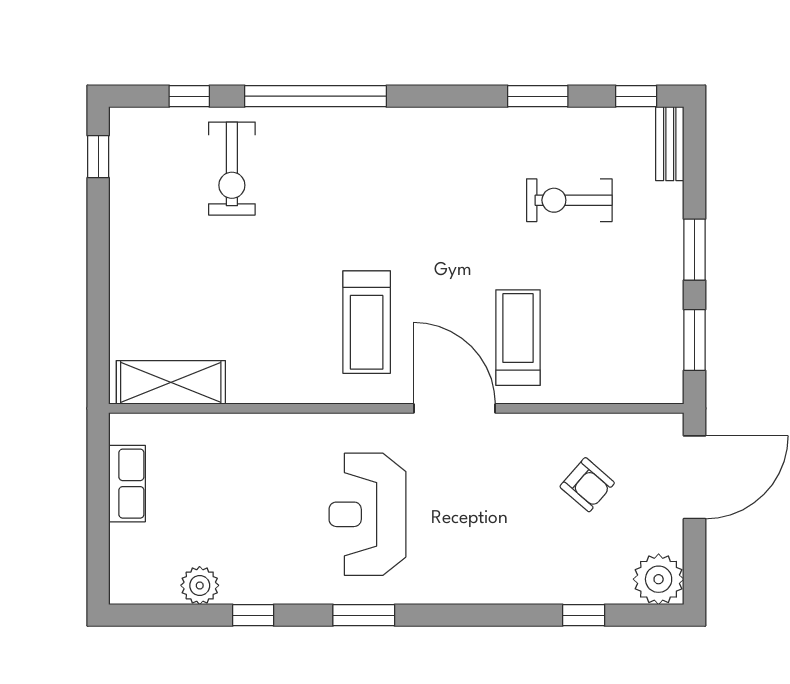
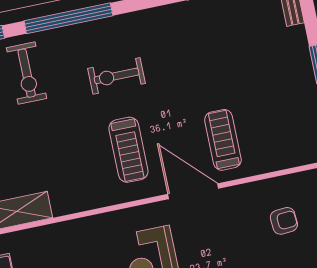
exercise bike: (569, 200) -> (117, 76), moved
armchair: (587, 485) -> (284, 221), turned -45

